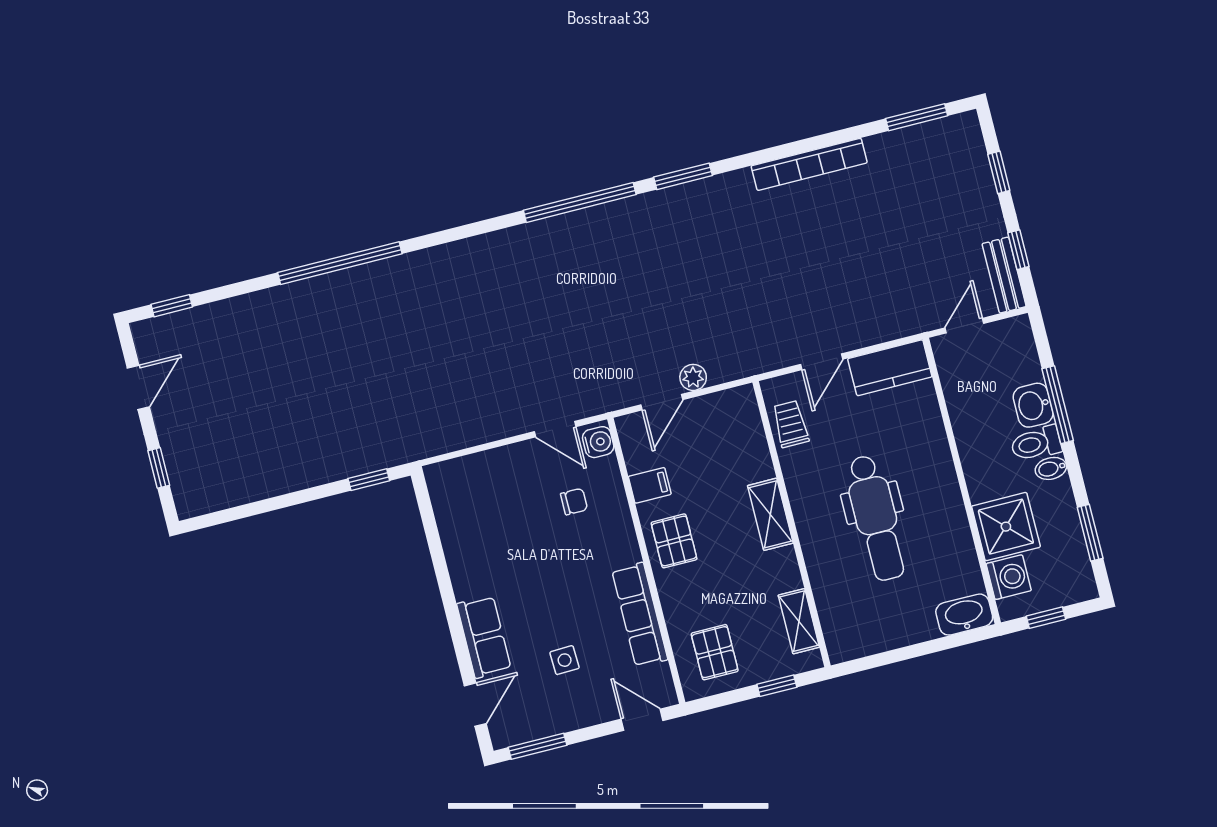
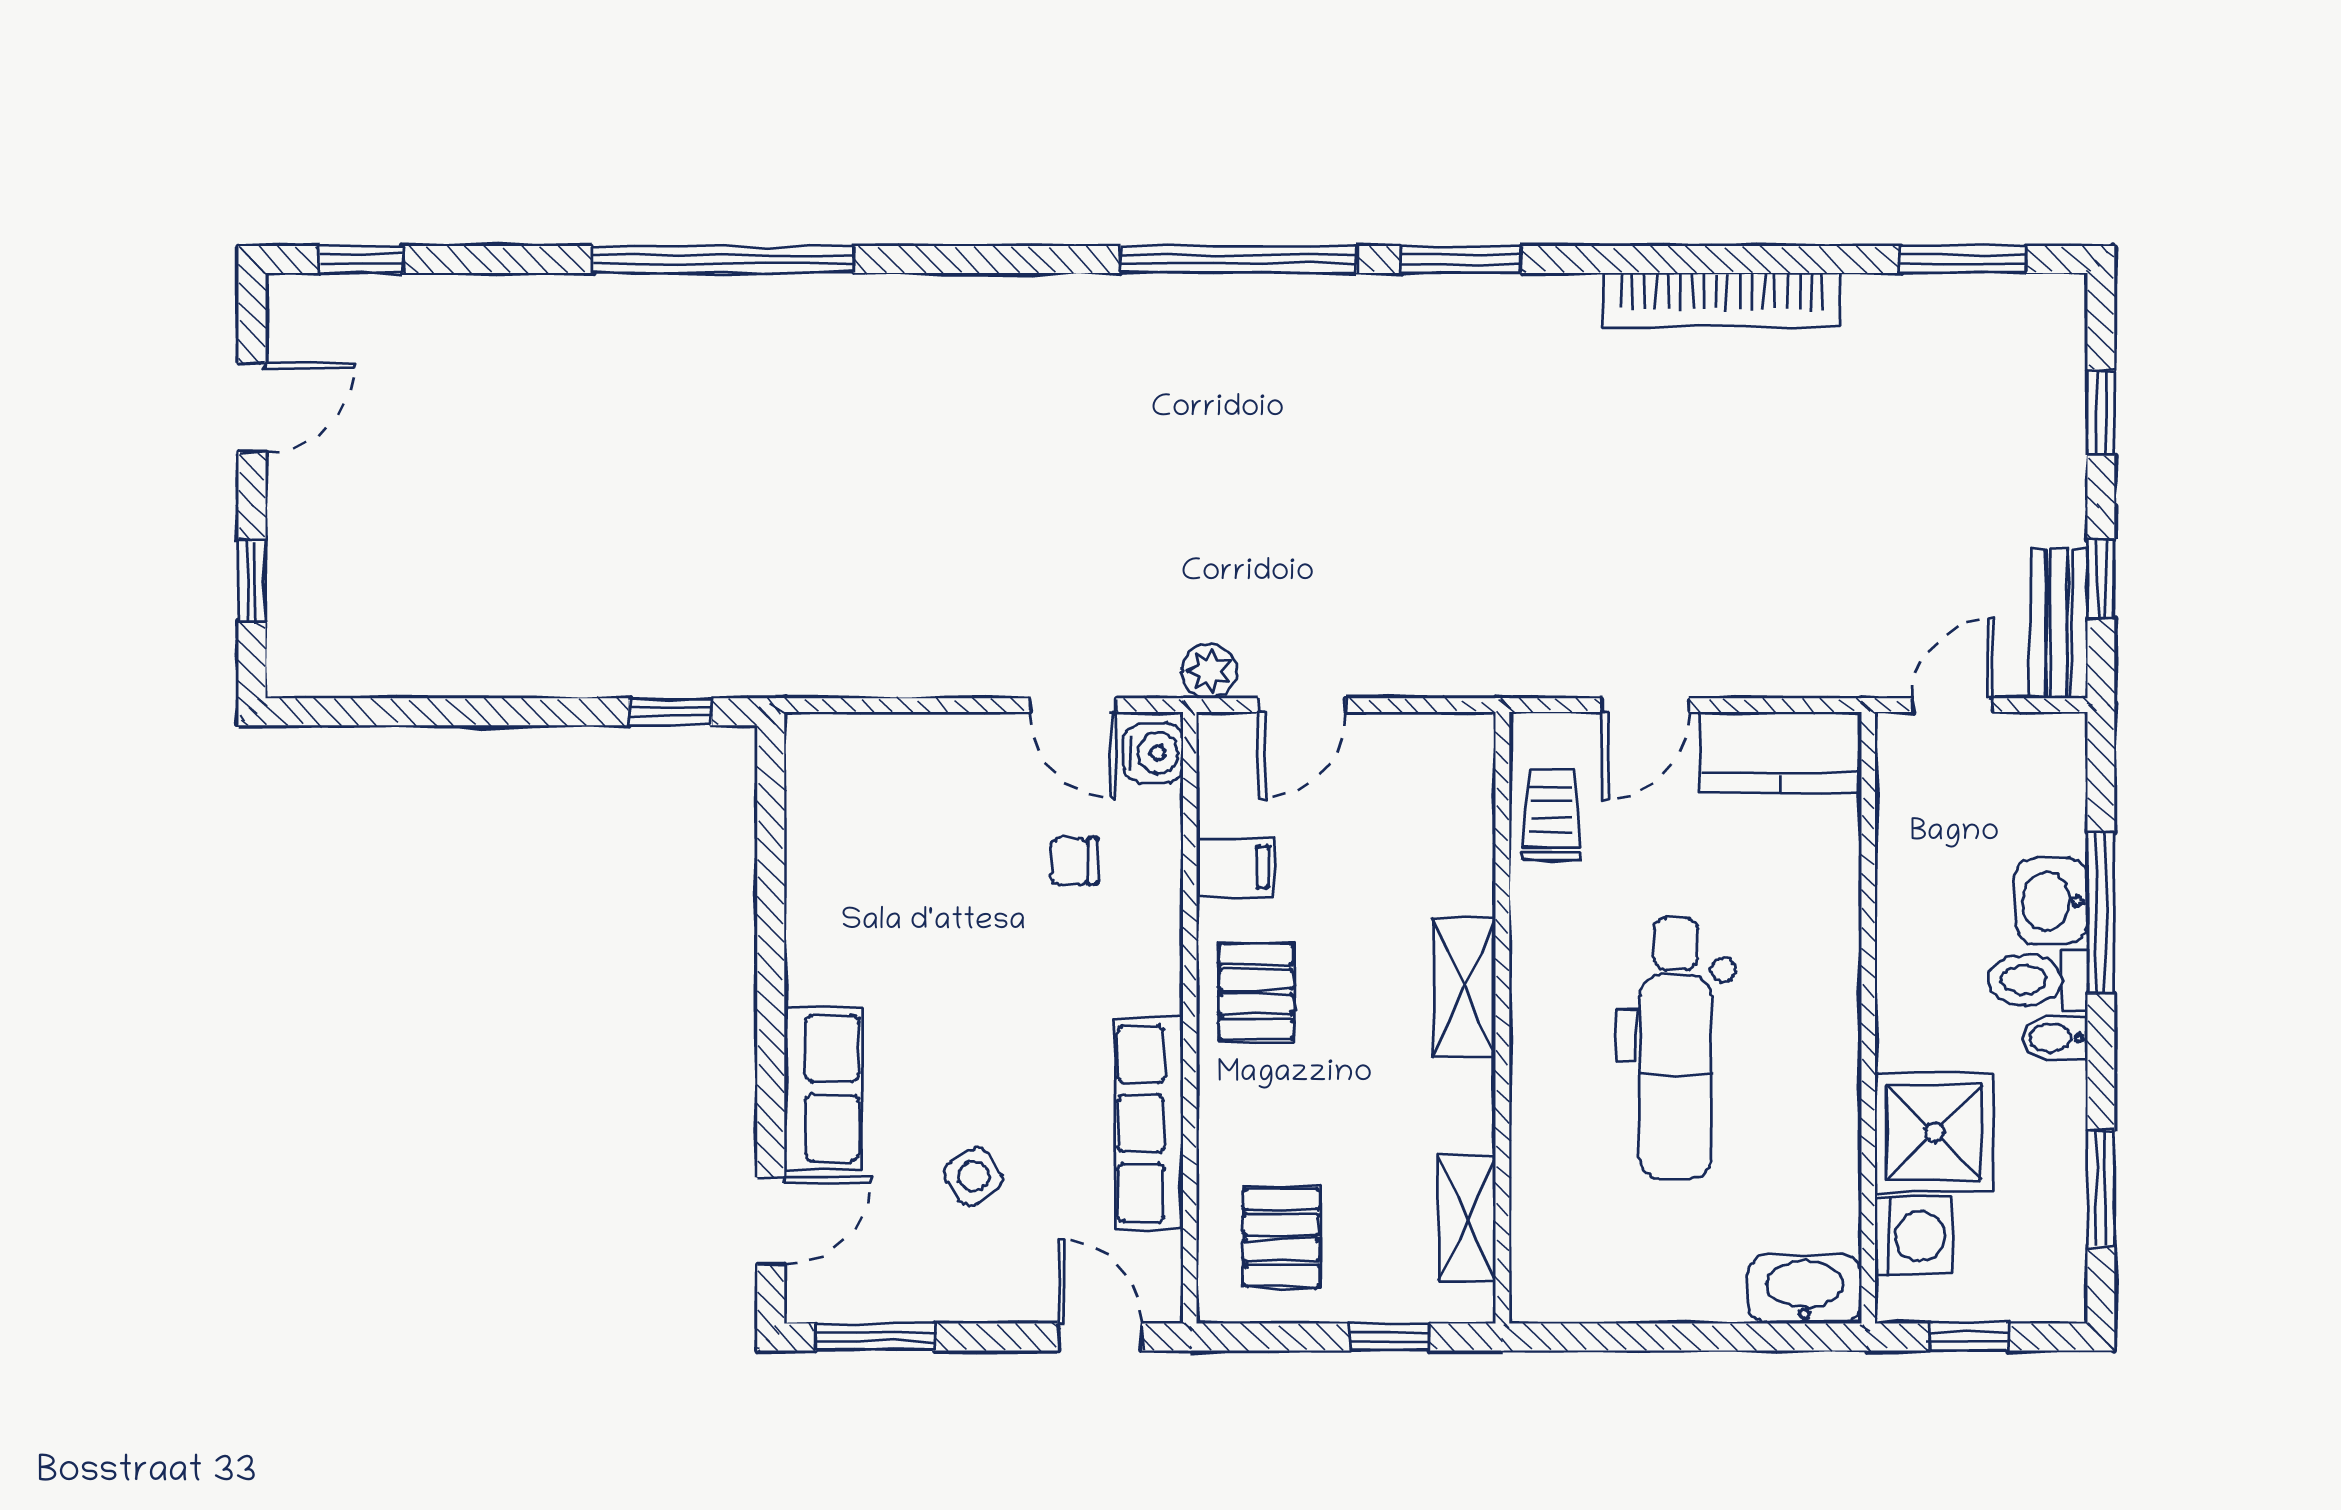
plant: (693, 377) -> (1209, 671), moved
chair: (574, 502) -> (1074, 861), turned 180
side table: (565, 660) -> (974, 1177), turned -32

